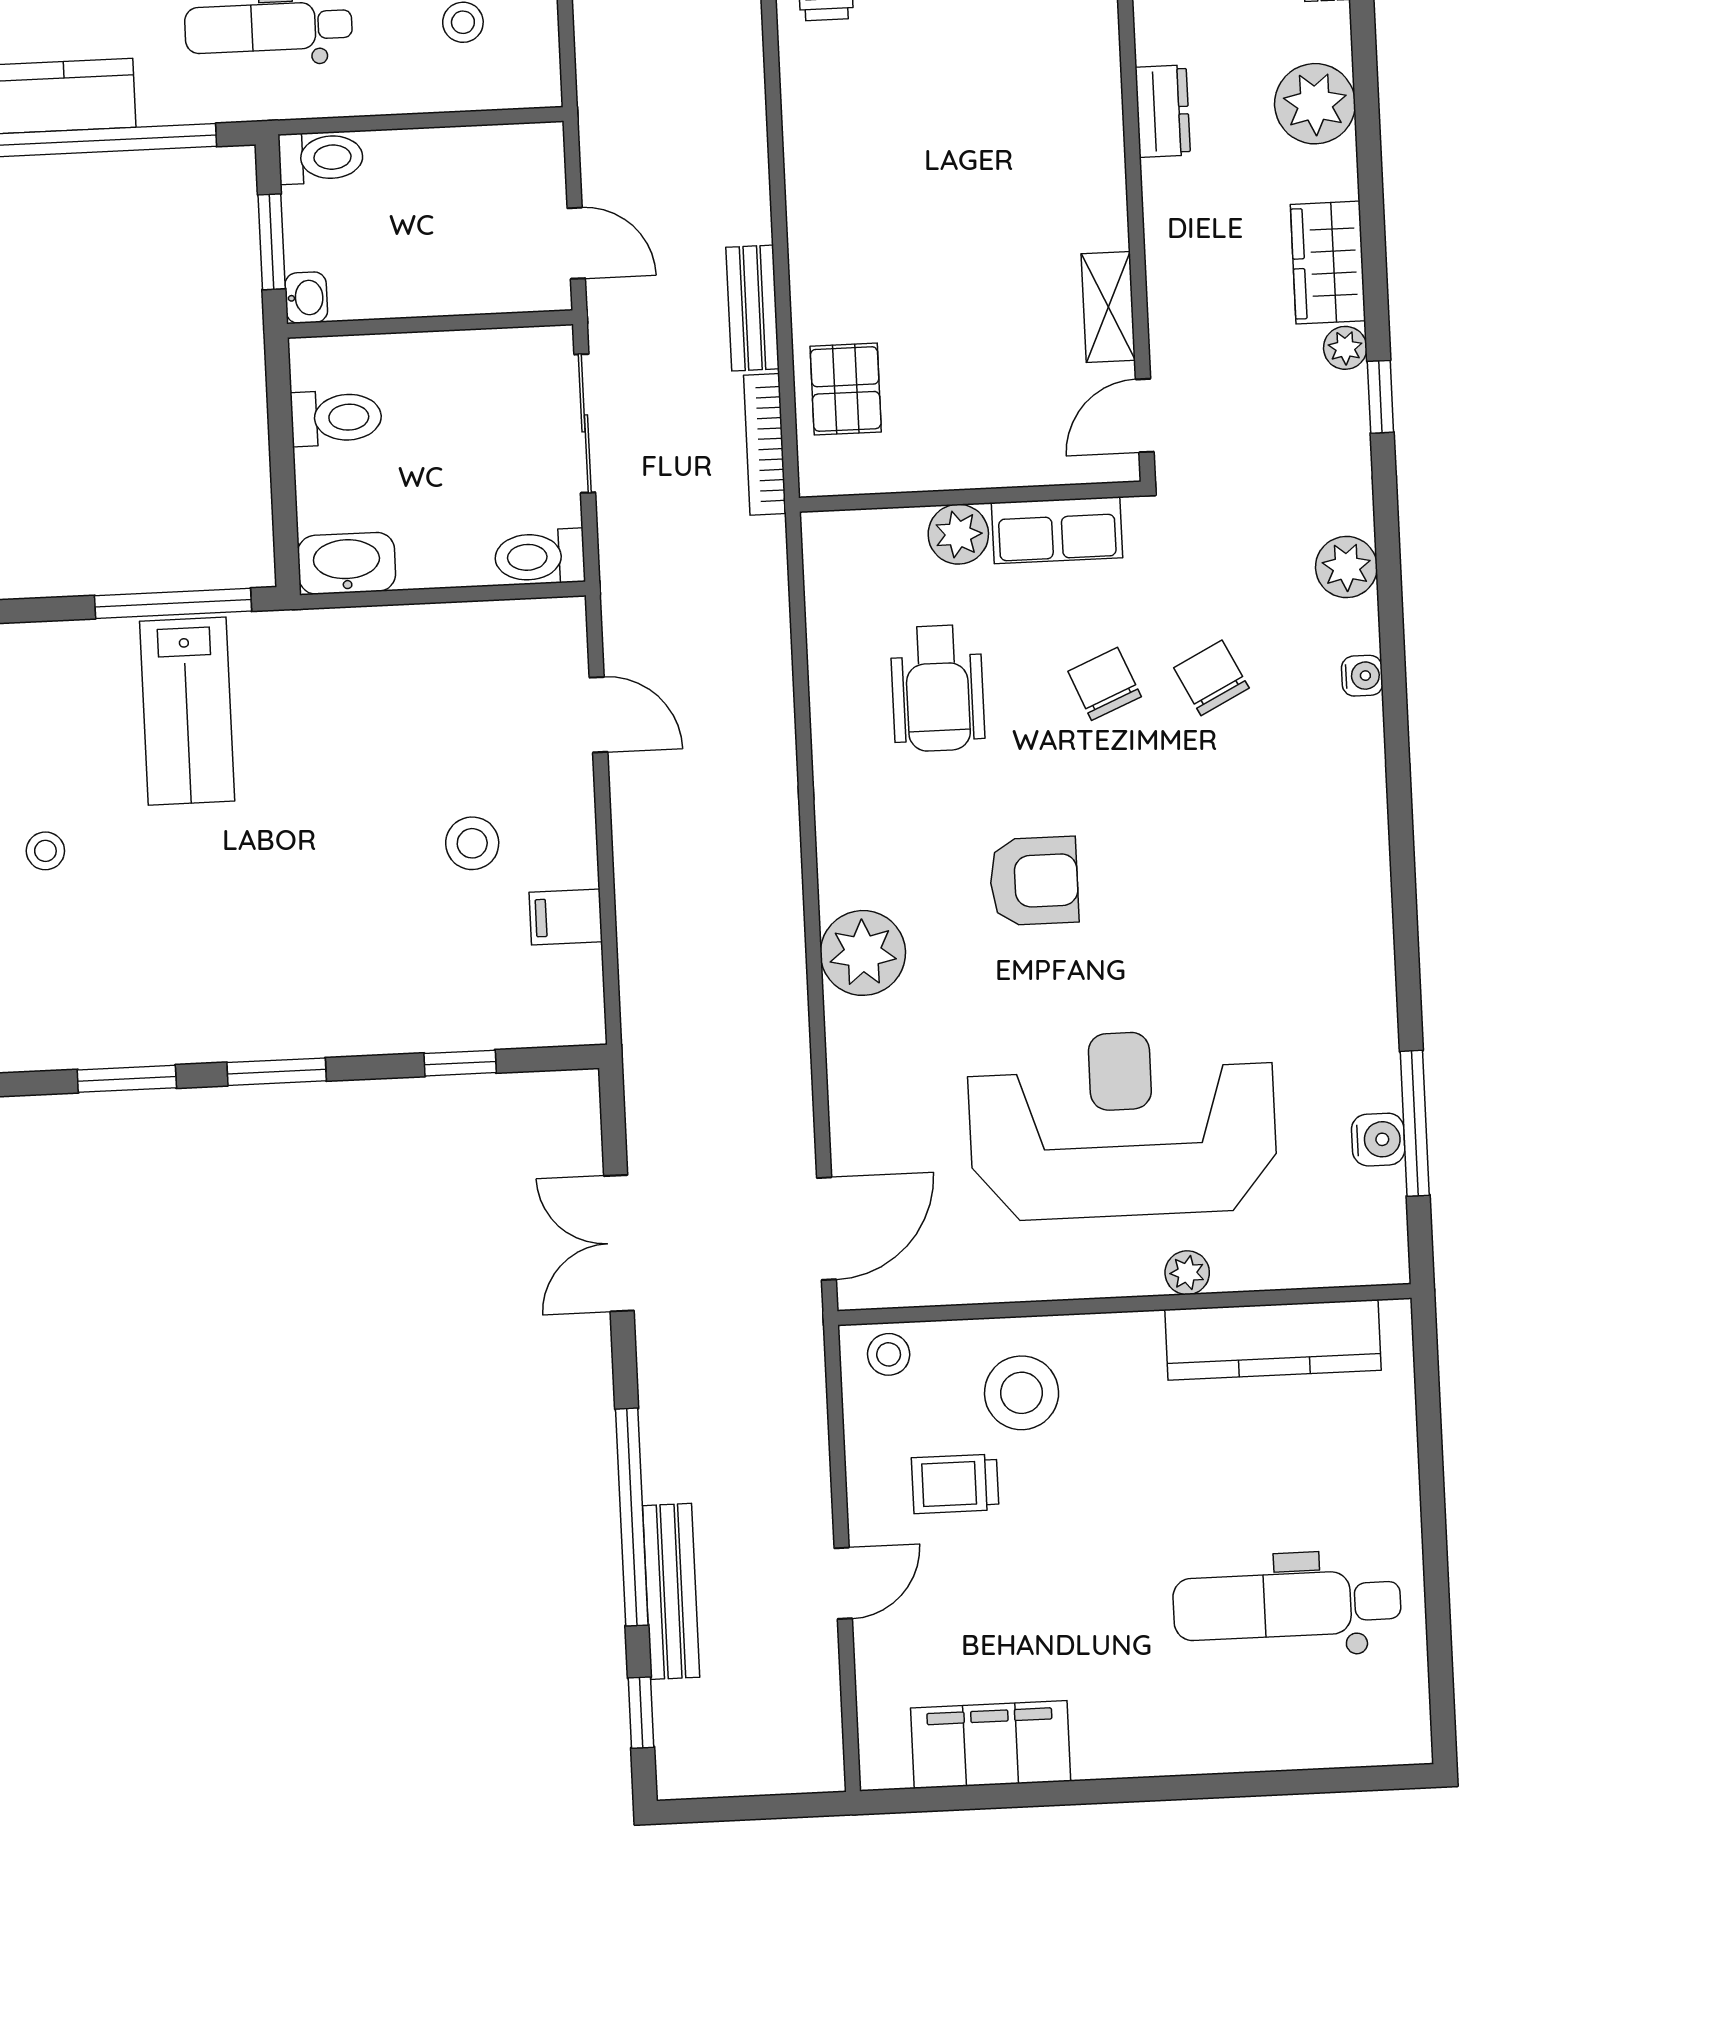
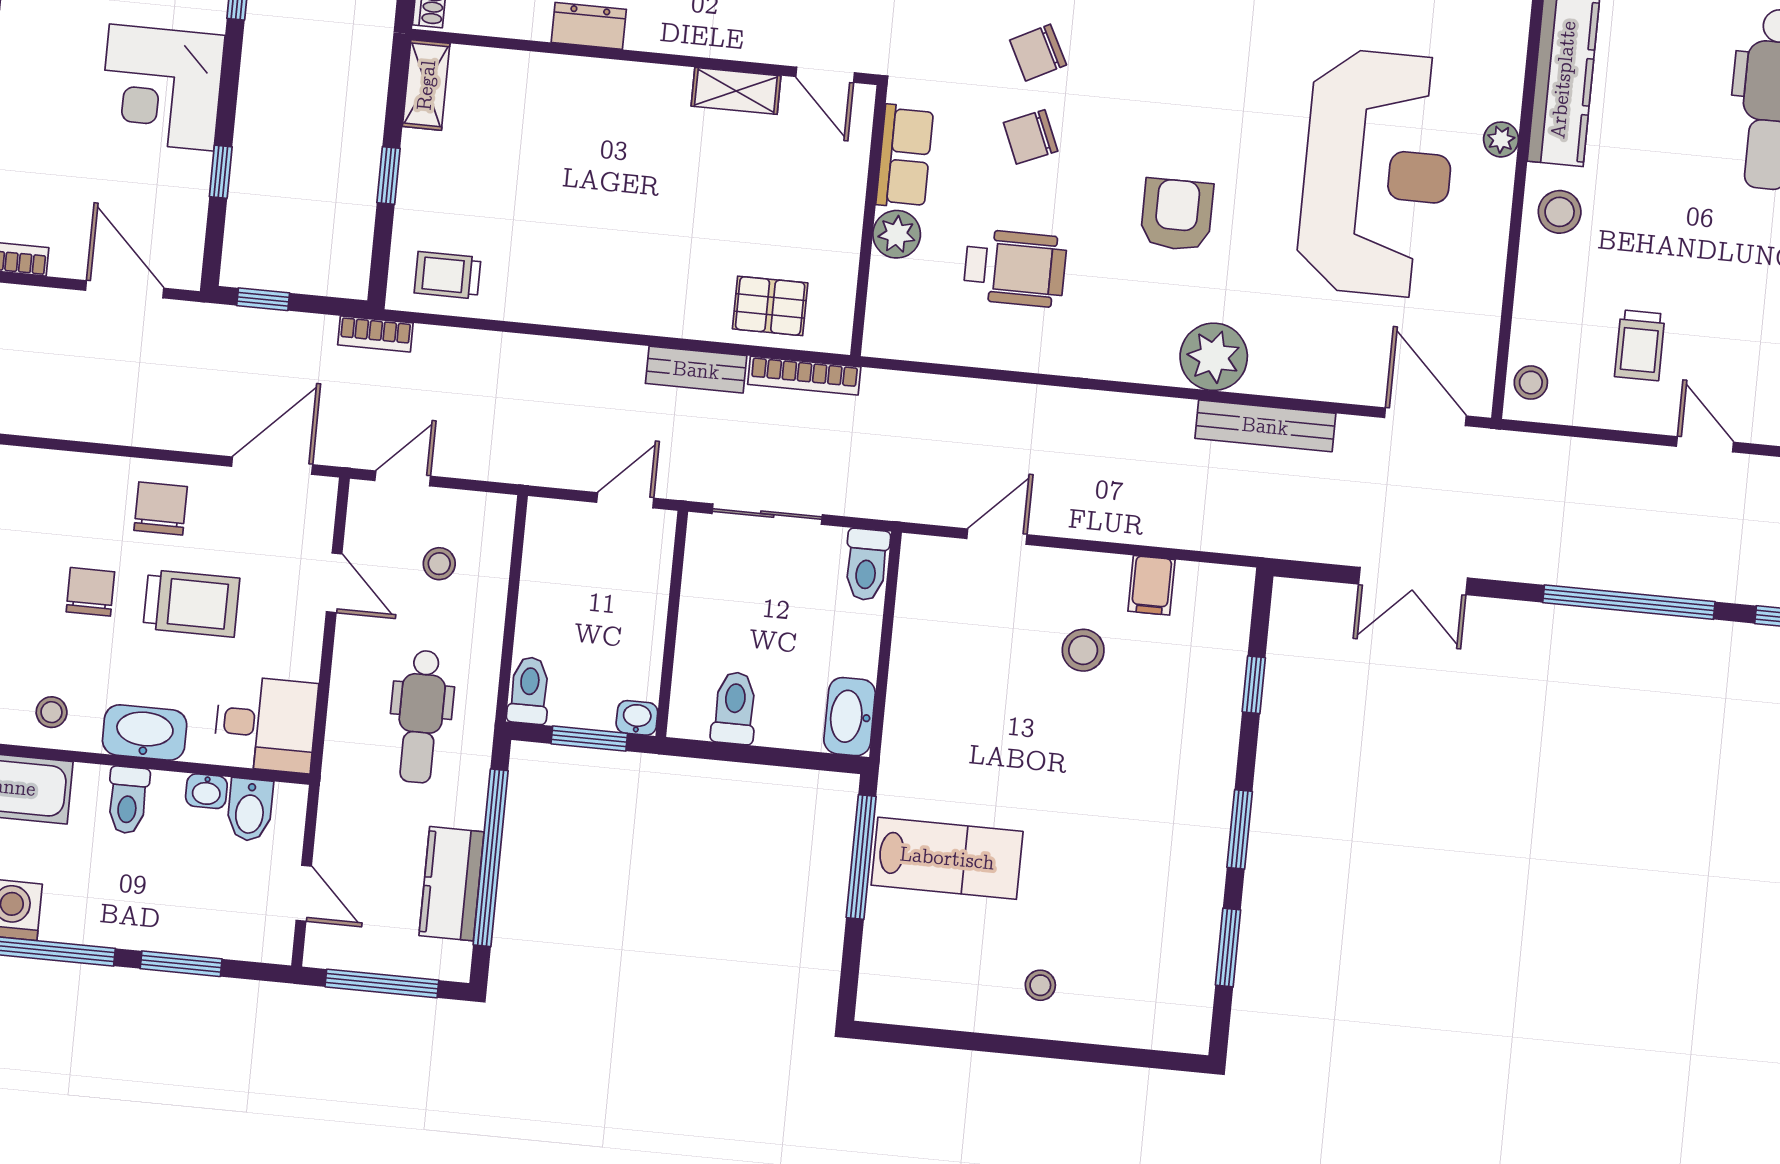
reception desk: (1122, 1124) -> (1377, 173), turned 180
stool: (1022, 1393) -> (1560, 212), moved, width x0.73, depth x0.73
bench: (671, 1591) -> (1265, 426), moved

